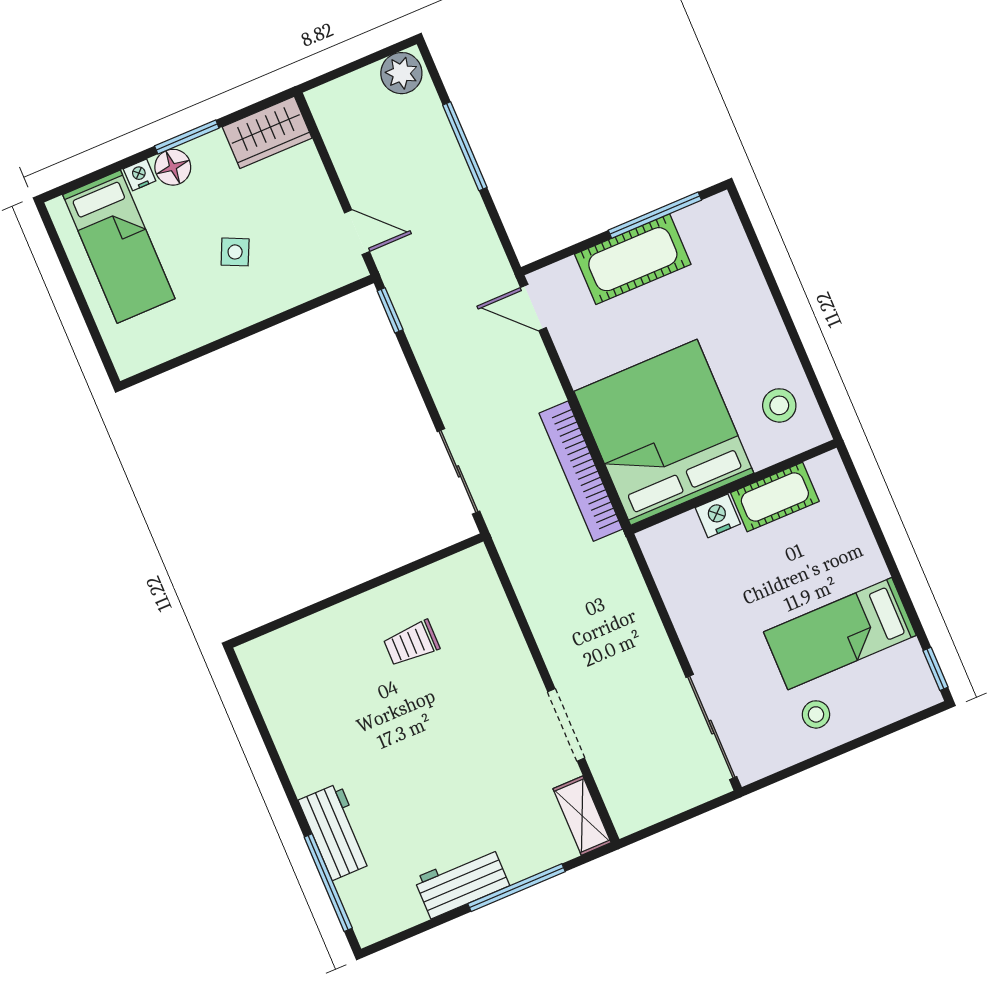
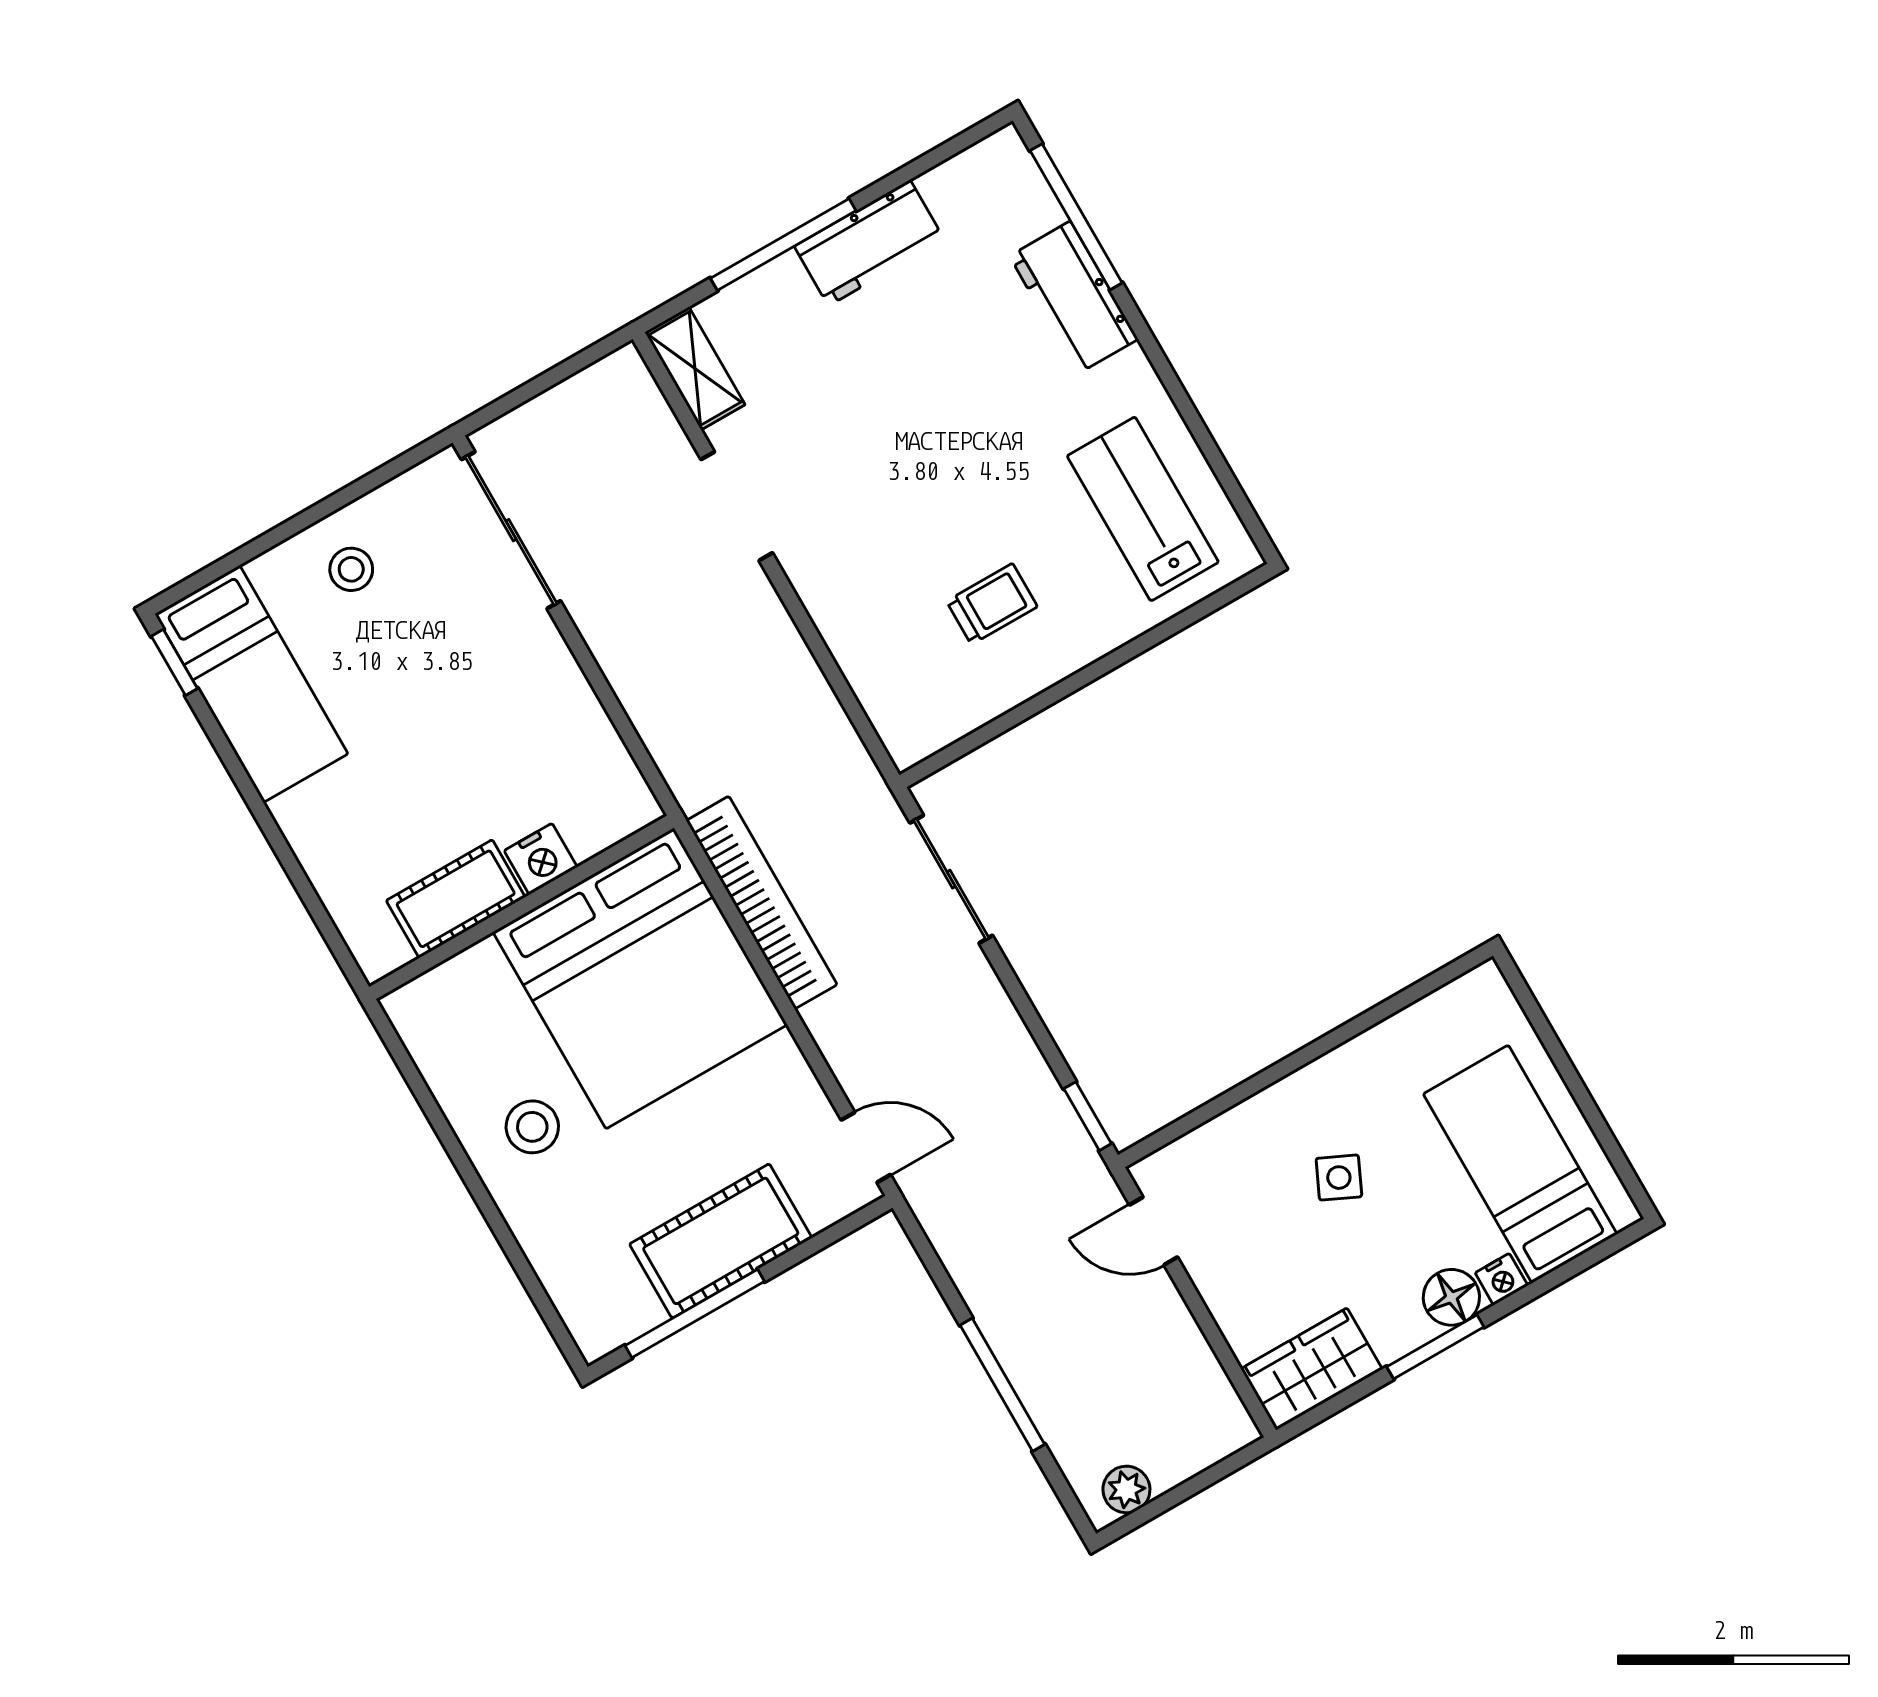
plant: (401, 73) -> (1126, 1489), width x0.73, depth x0.73
stool: (779, 405) -> (532, 1127), moved
bed: (840, 634) -> (251, 684), moved, turned 90
lab bench: (308, 692) -> (1143, 509), added

